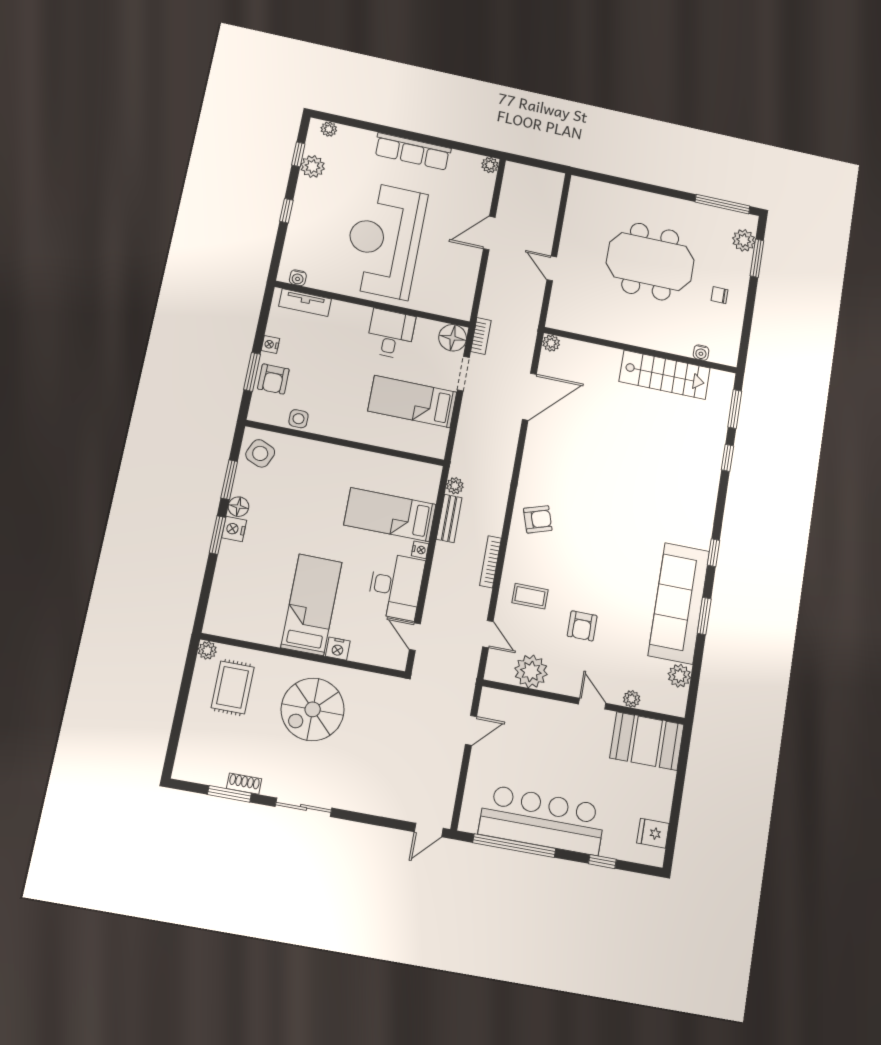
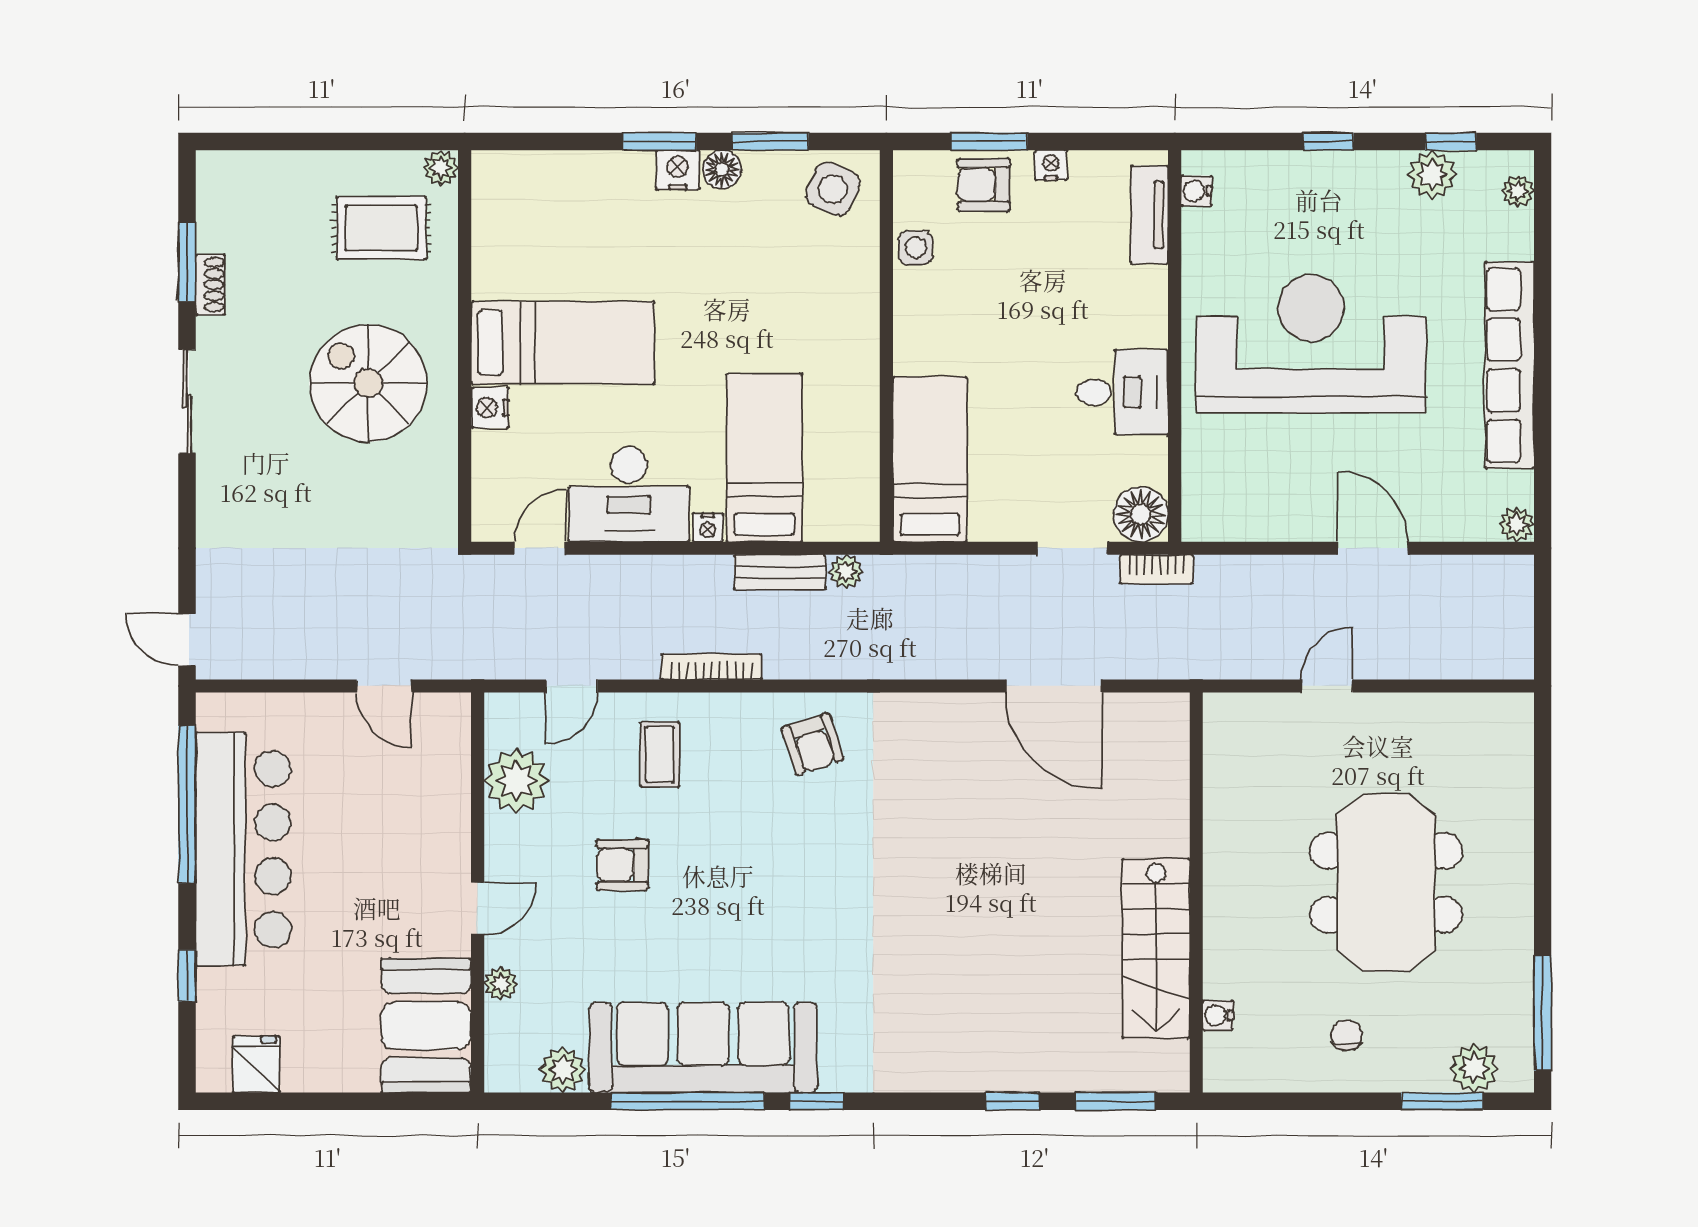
row of seats: (413, 151) -> (1510, 365), width x1.36
plant: (551, 343) -> (1172, 711), removed
bed: (412, 402) -> (930, 459), moved
window: (704, 616) -> (688, 1101), width x2.11

